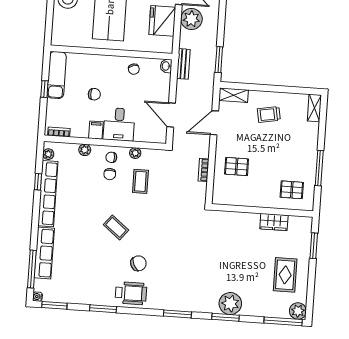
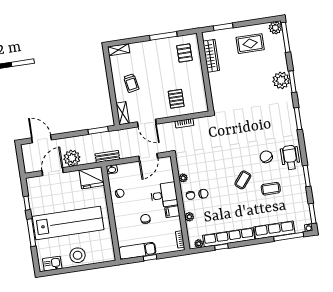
fridge: (162, 21) -> (92, 178), moved
coffee table: (140, 181) -> (271, 189), moved
wardrobe: (274, 222) -> (211, 56), width x1.50

